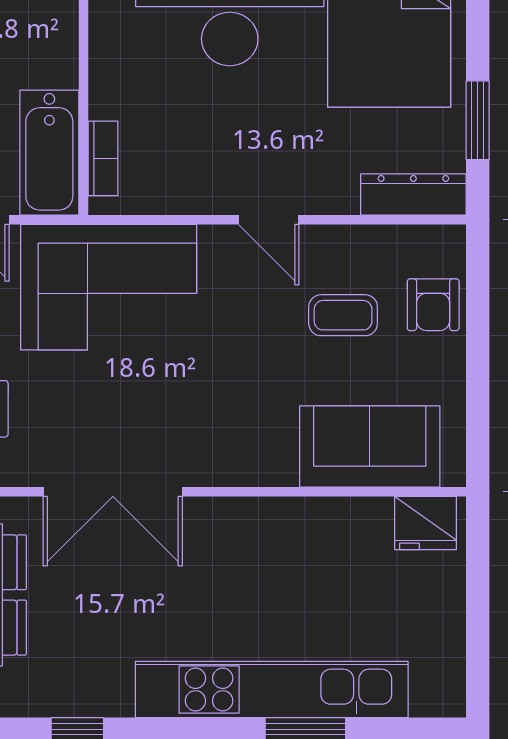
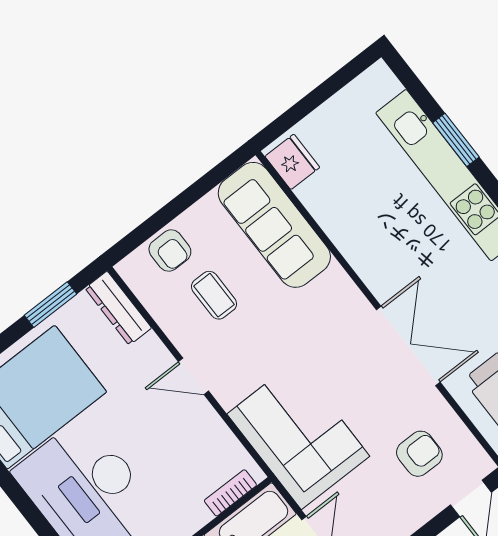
door: (269, 220) -> (193, 376), swing flipped
armchair: (433, 305) -> (170, 251), turned 90
sofa: (370, 447) -> (274, 225), width x1.36

